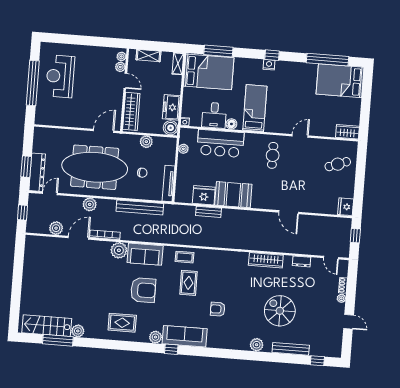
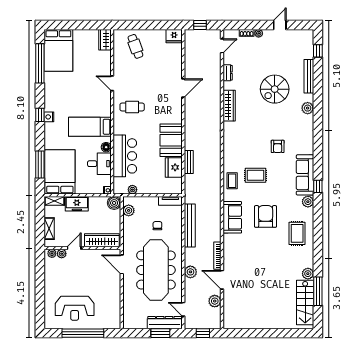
freezer: (171, 107) -> (77, 204), moved
plant: (146, 142) -> (129, 210), moved
tv unit: (168, 183) -> (170, 201), width x0.71
plant: (119, 250) -> (231, 242), removed

